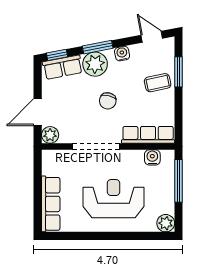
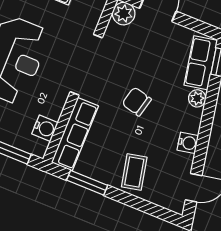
window: (98, 47) -> (208, 116), removed
plant: (95, 64) -> (197, 98), width x0.53, depth x0.53
window: (178, 72) -> (87, 183), moved

